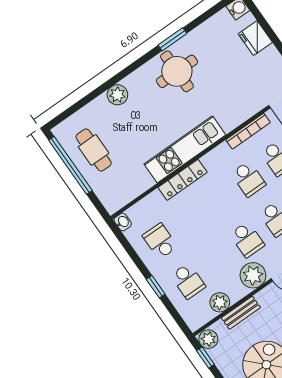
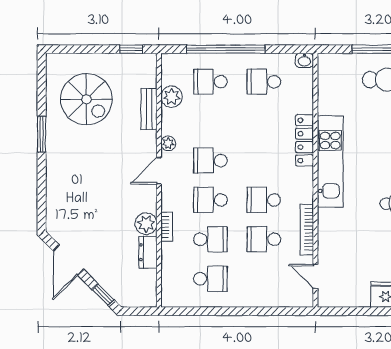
school desk: (160, 241) -> (264, 82), turned 180
plant: (253, 275) -> (168, 143), width x0.53, depth x0.53
window: (156, 287) -> (226, 49), width x3.17
plant: (208, 339) -> (146, 63), removed

